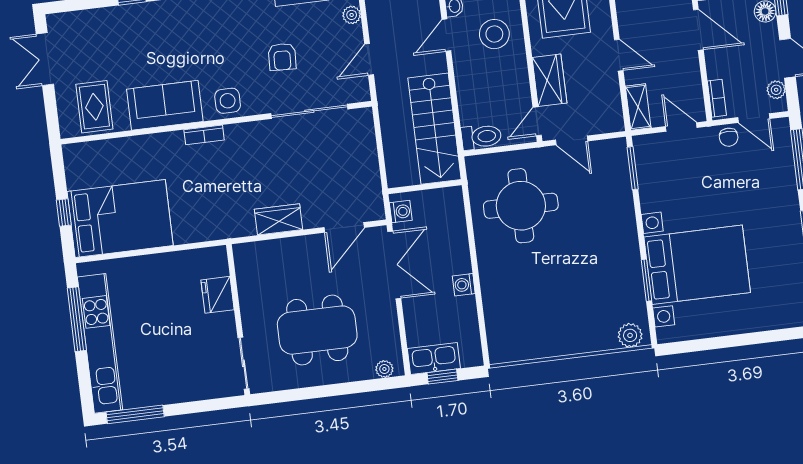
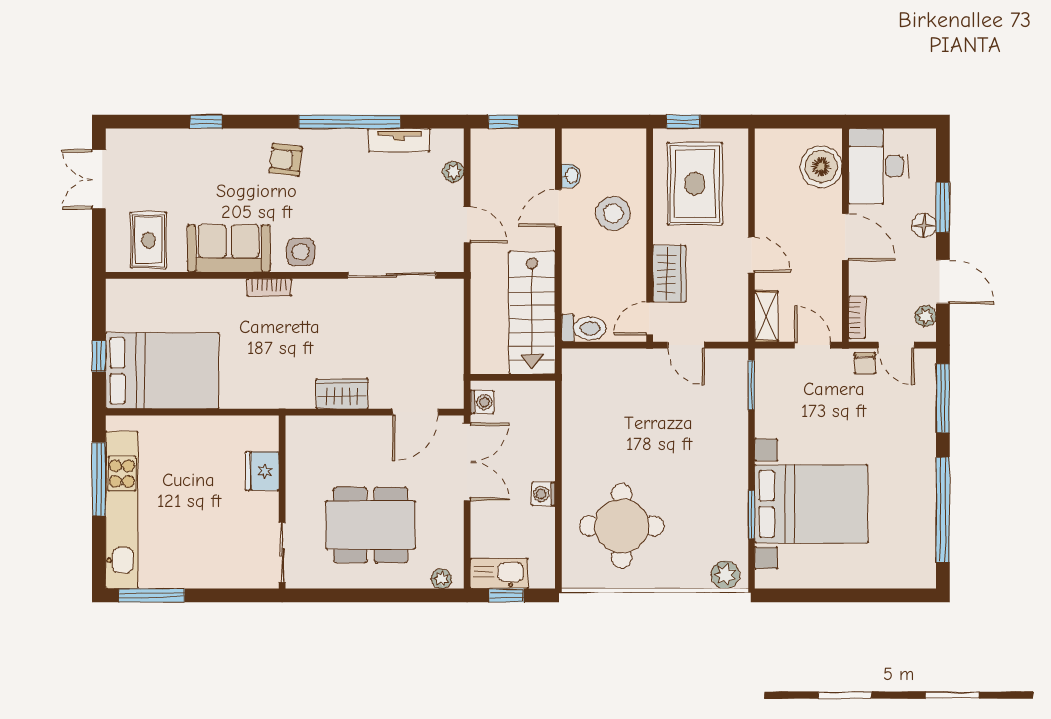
armchair: (282, 57) -> (286, 160), moved, turned 94
door: (369, 59) -> (467, 225), swing flipped
round table: (521, 206) -> (622, 526), moved

